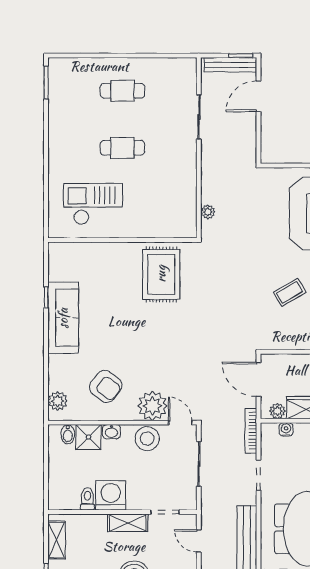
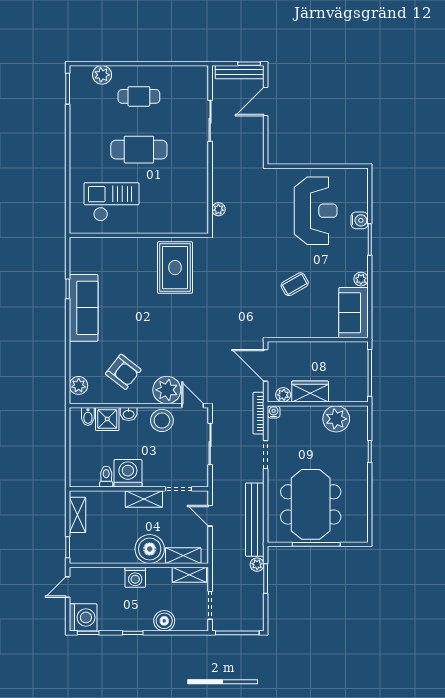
plant: (83, 68) -> (102, 75), added
cafe table: (122, 148) -> (139, 150), width x1.37, depth x1.35
water cooler: (286, 429) -> (274, 412), moved

